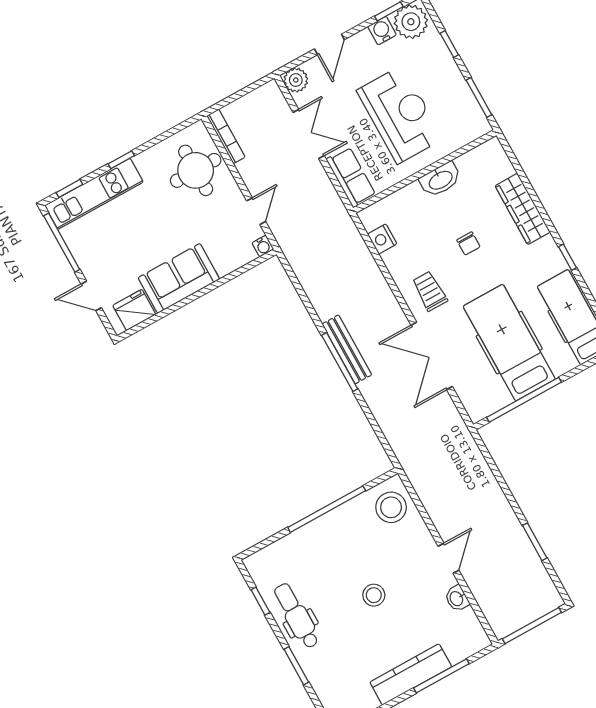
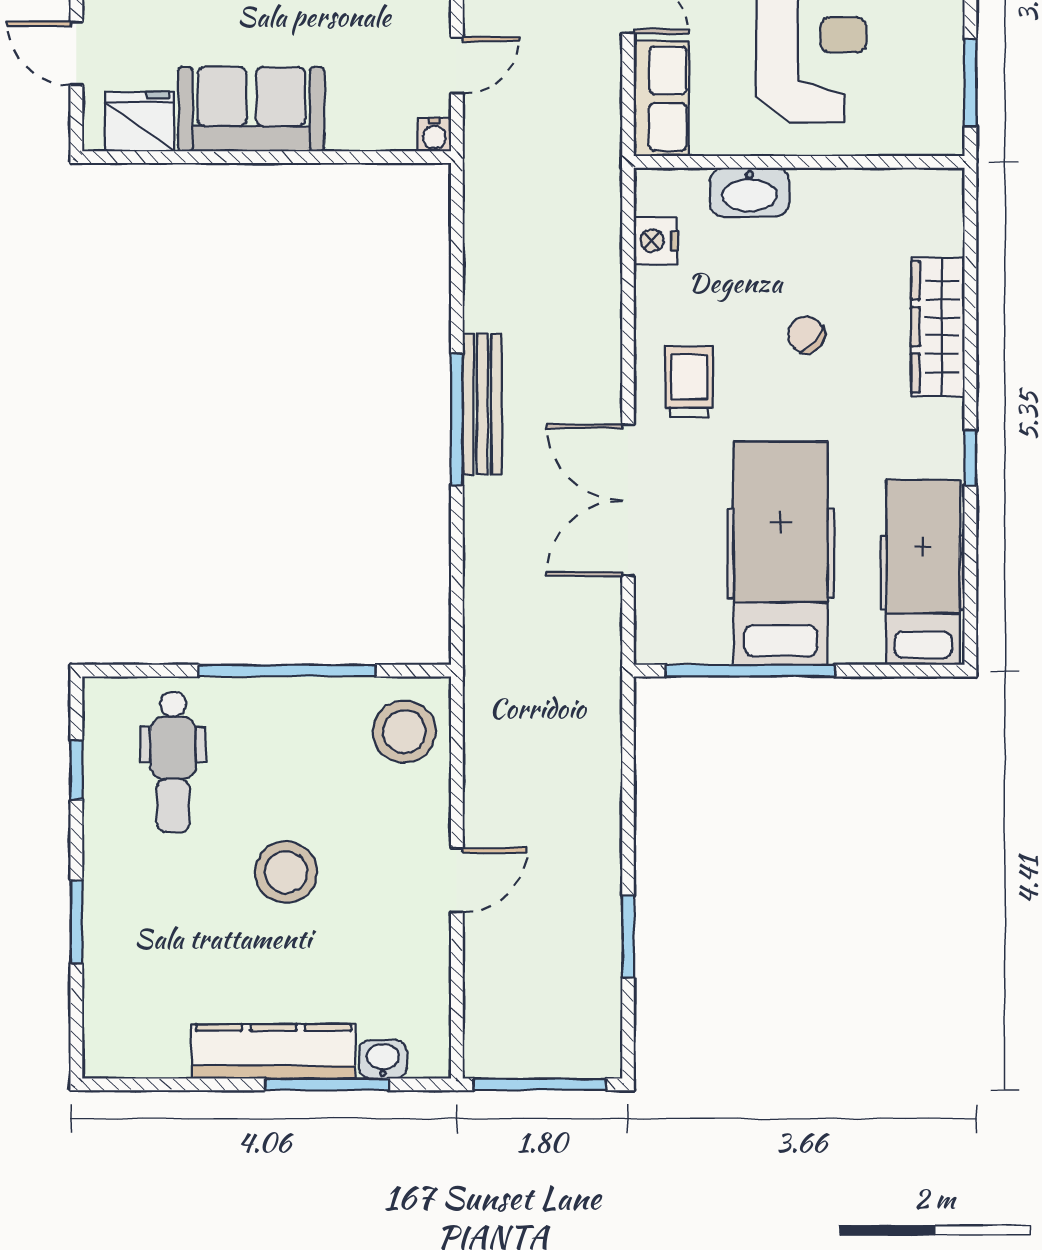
washbasin: (440, 180) -> (749, 192), moved
chair: (468, 243) -> (806, 335), turned 129
stool: (374, 595) -> (286, 872), width x1.38, depth x1.38
washbasin: (457, 598) -> (383, 1059), moved, turned 90
dental chair: (297, 616) -> (173, 762), moved, turned 180

